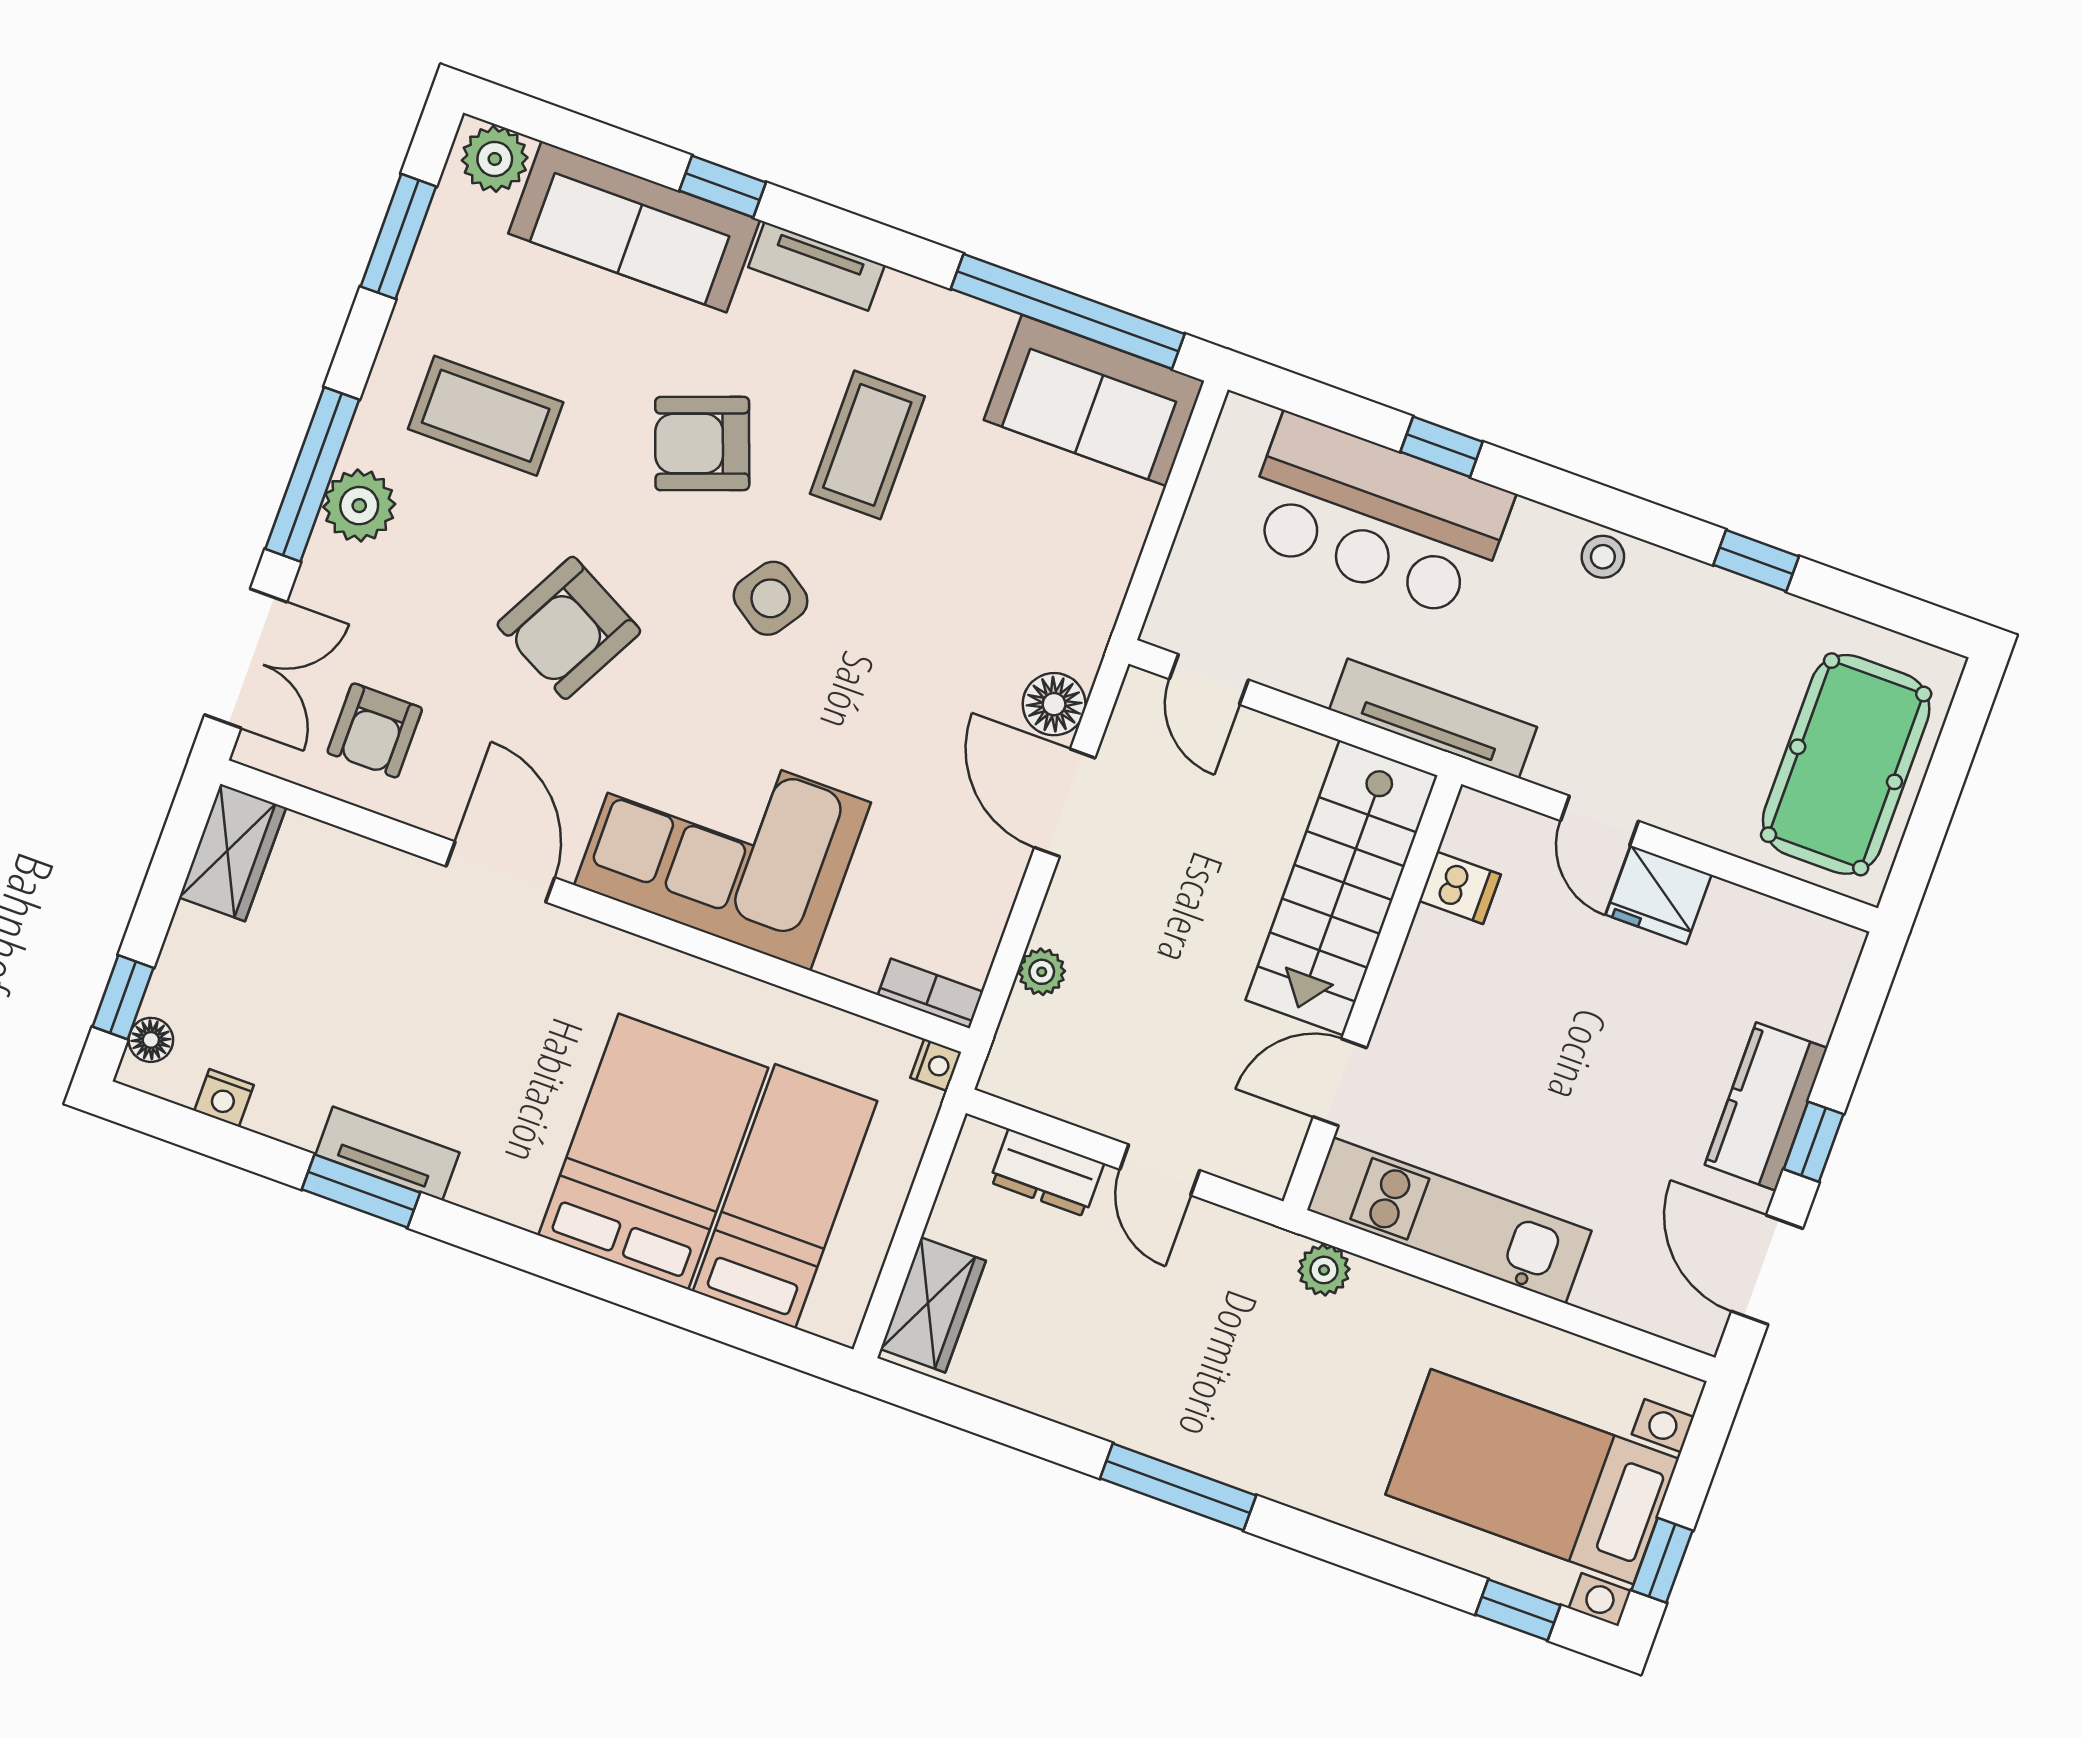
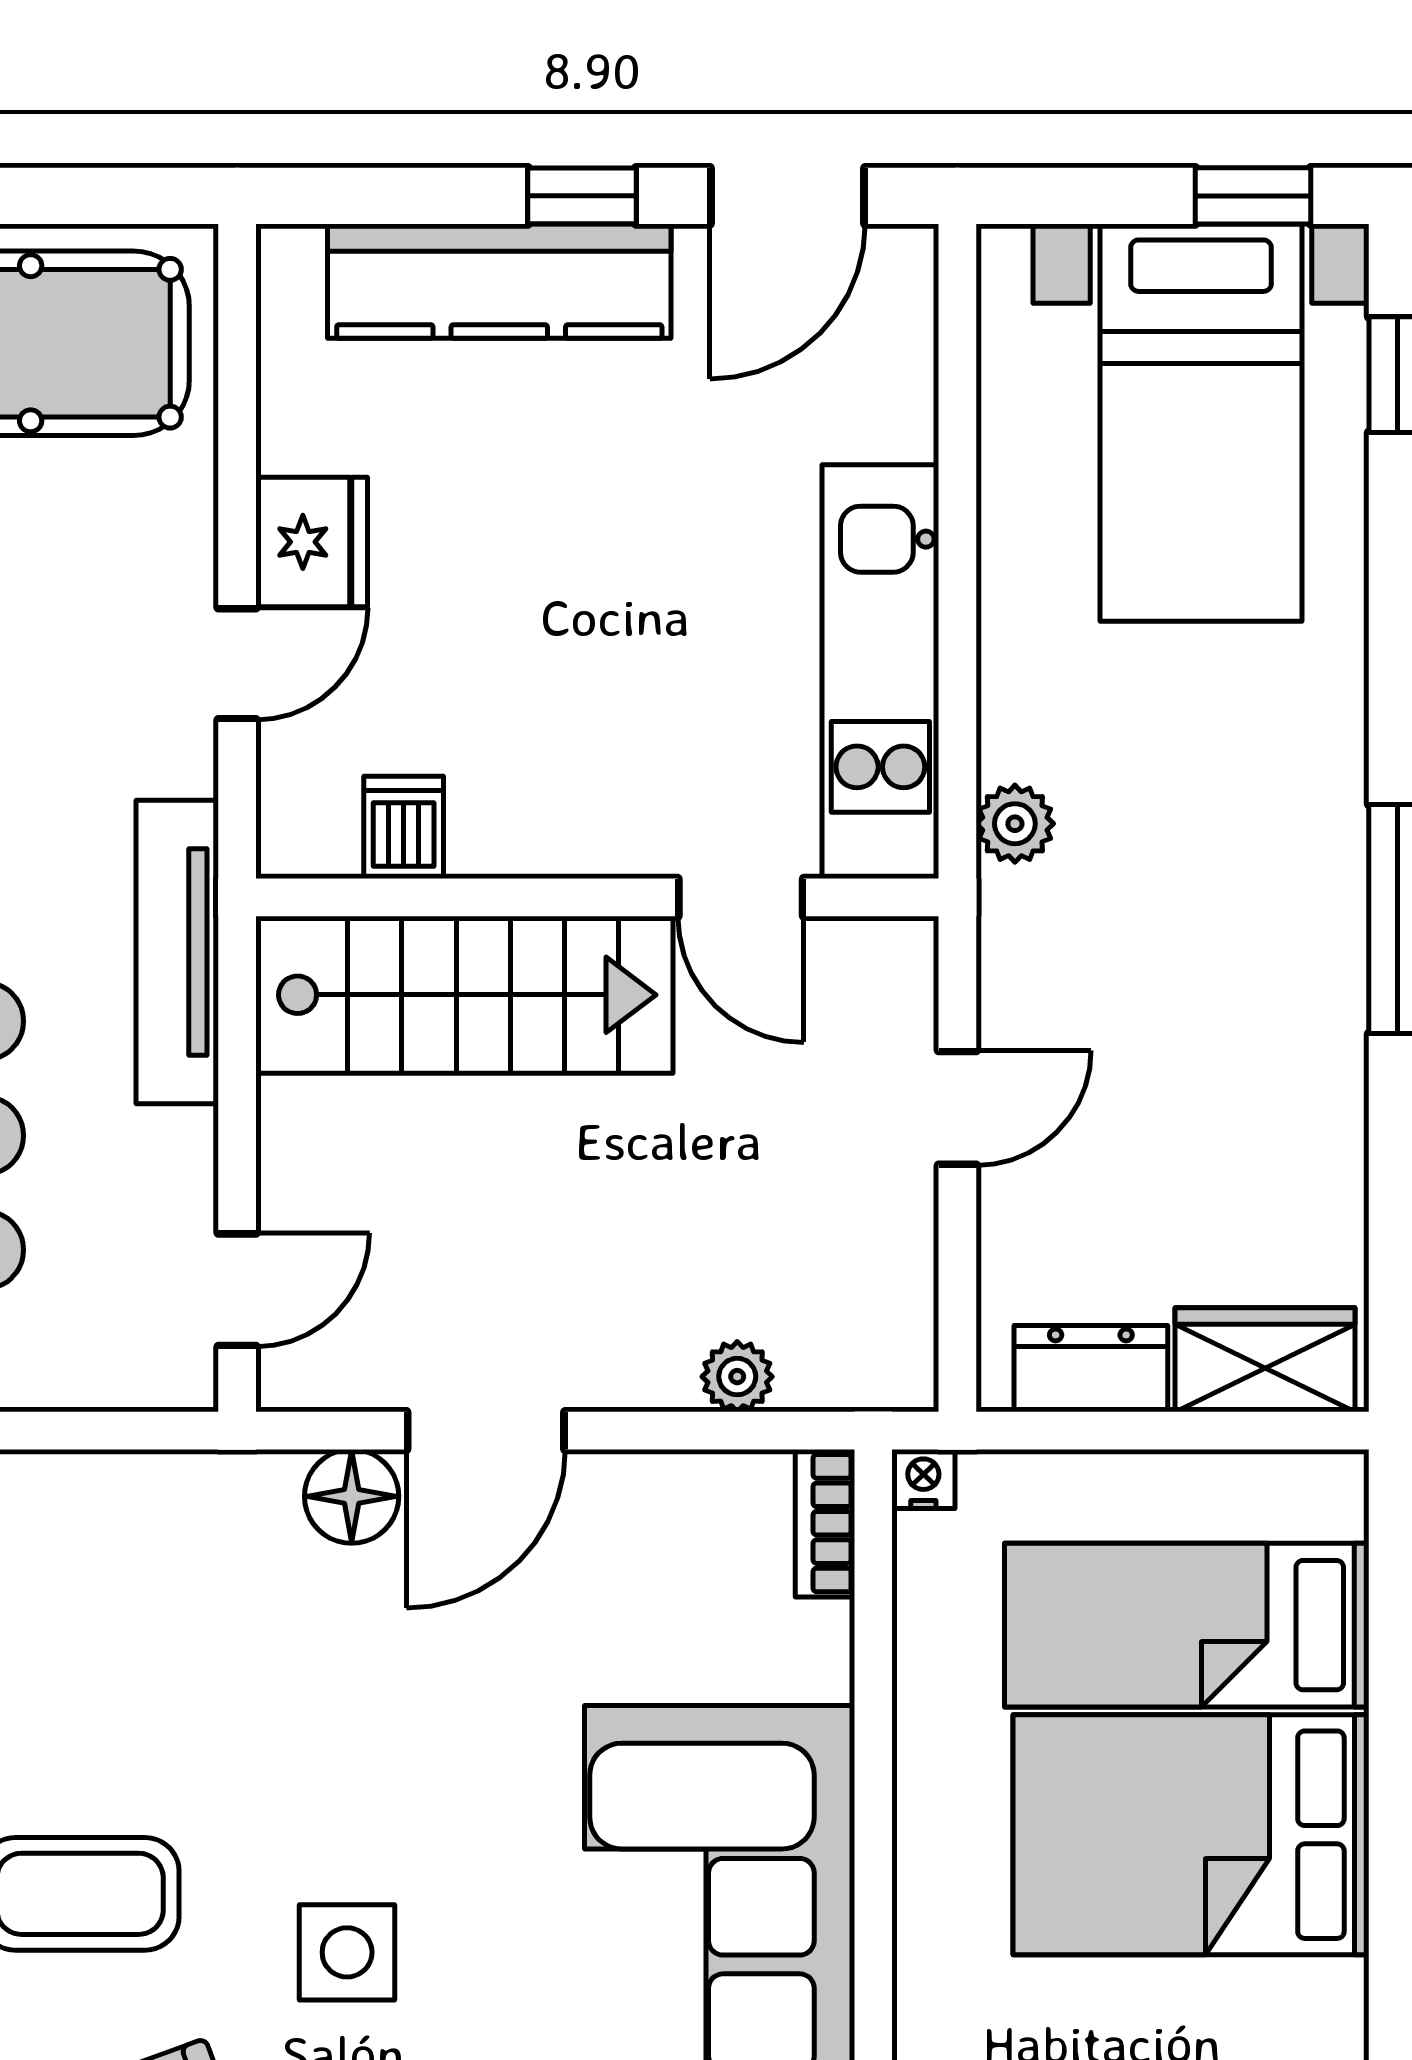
side table: (771, 598) -> (347, 1952), turned -34
kitchen counter: (1766, 1106) -> (499, 281), width x1.50
dresser: (1047, 1173) -> (1091, 1369), moved, turned -90

